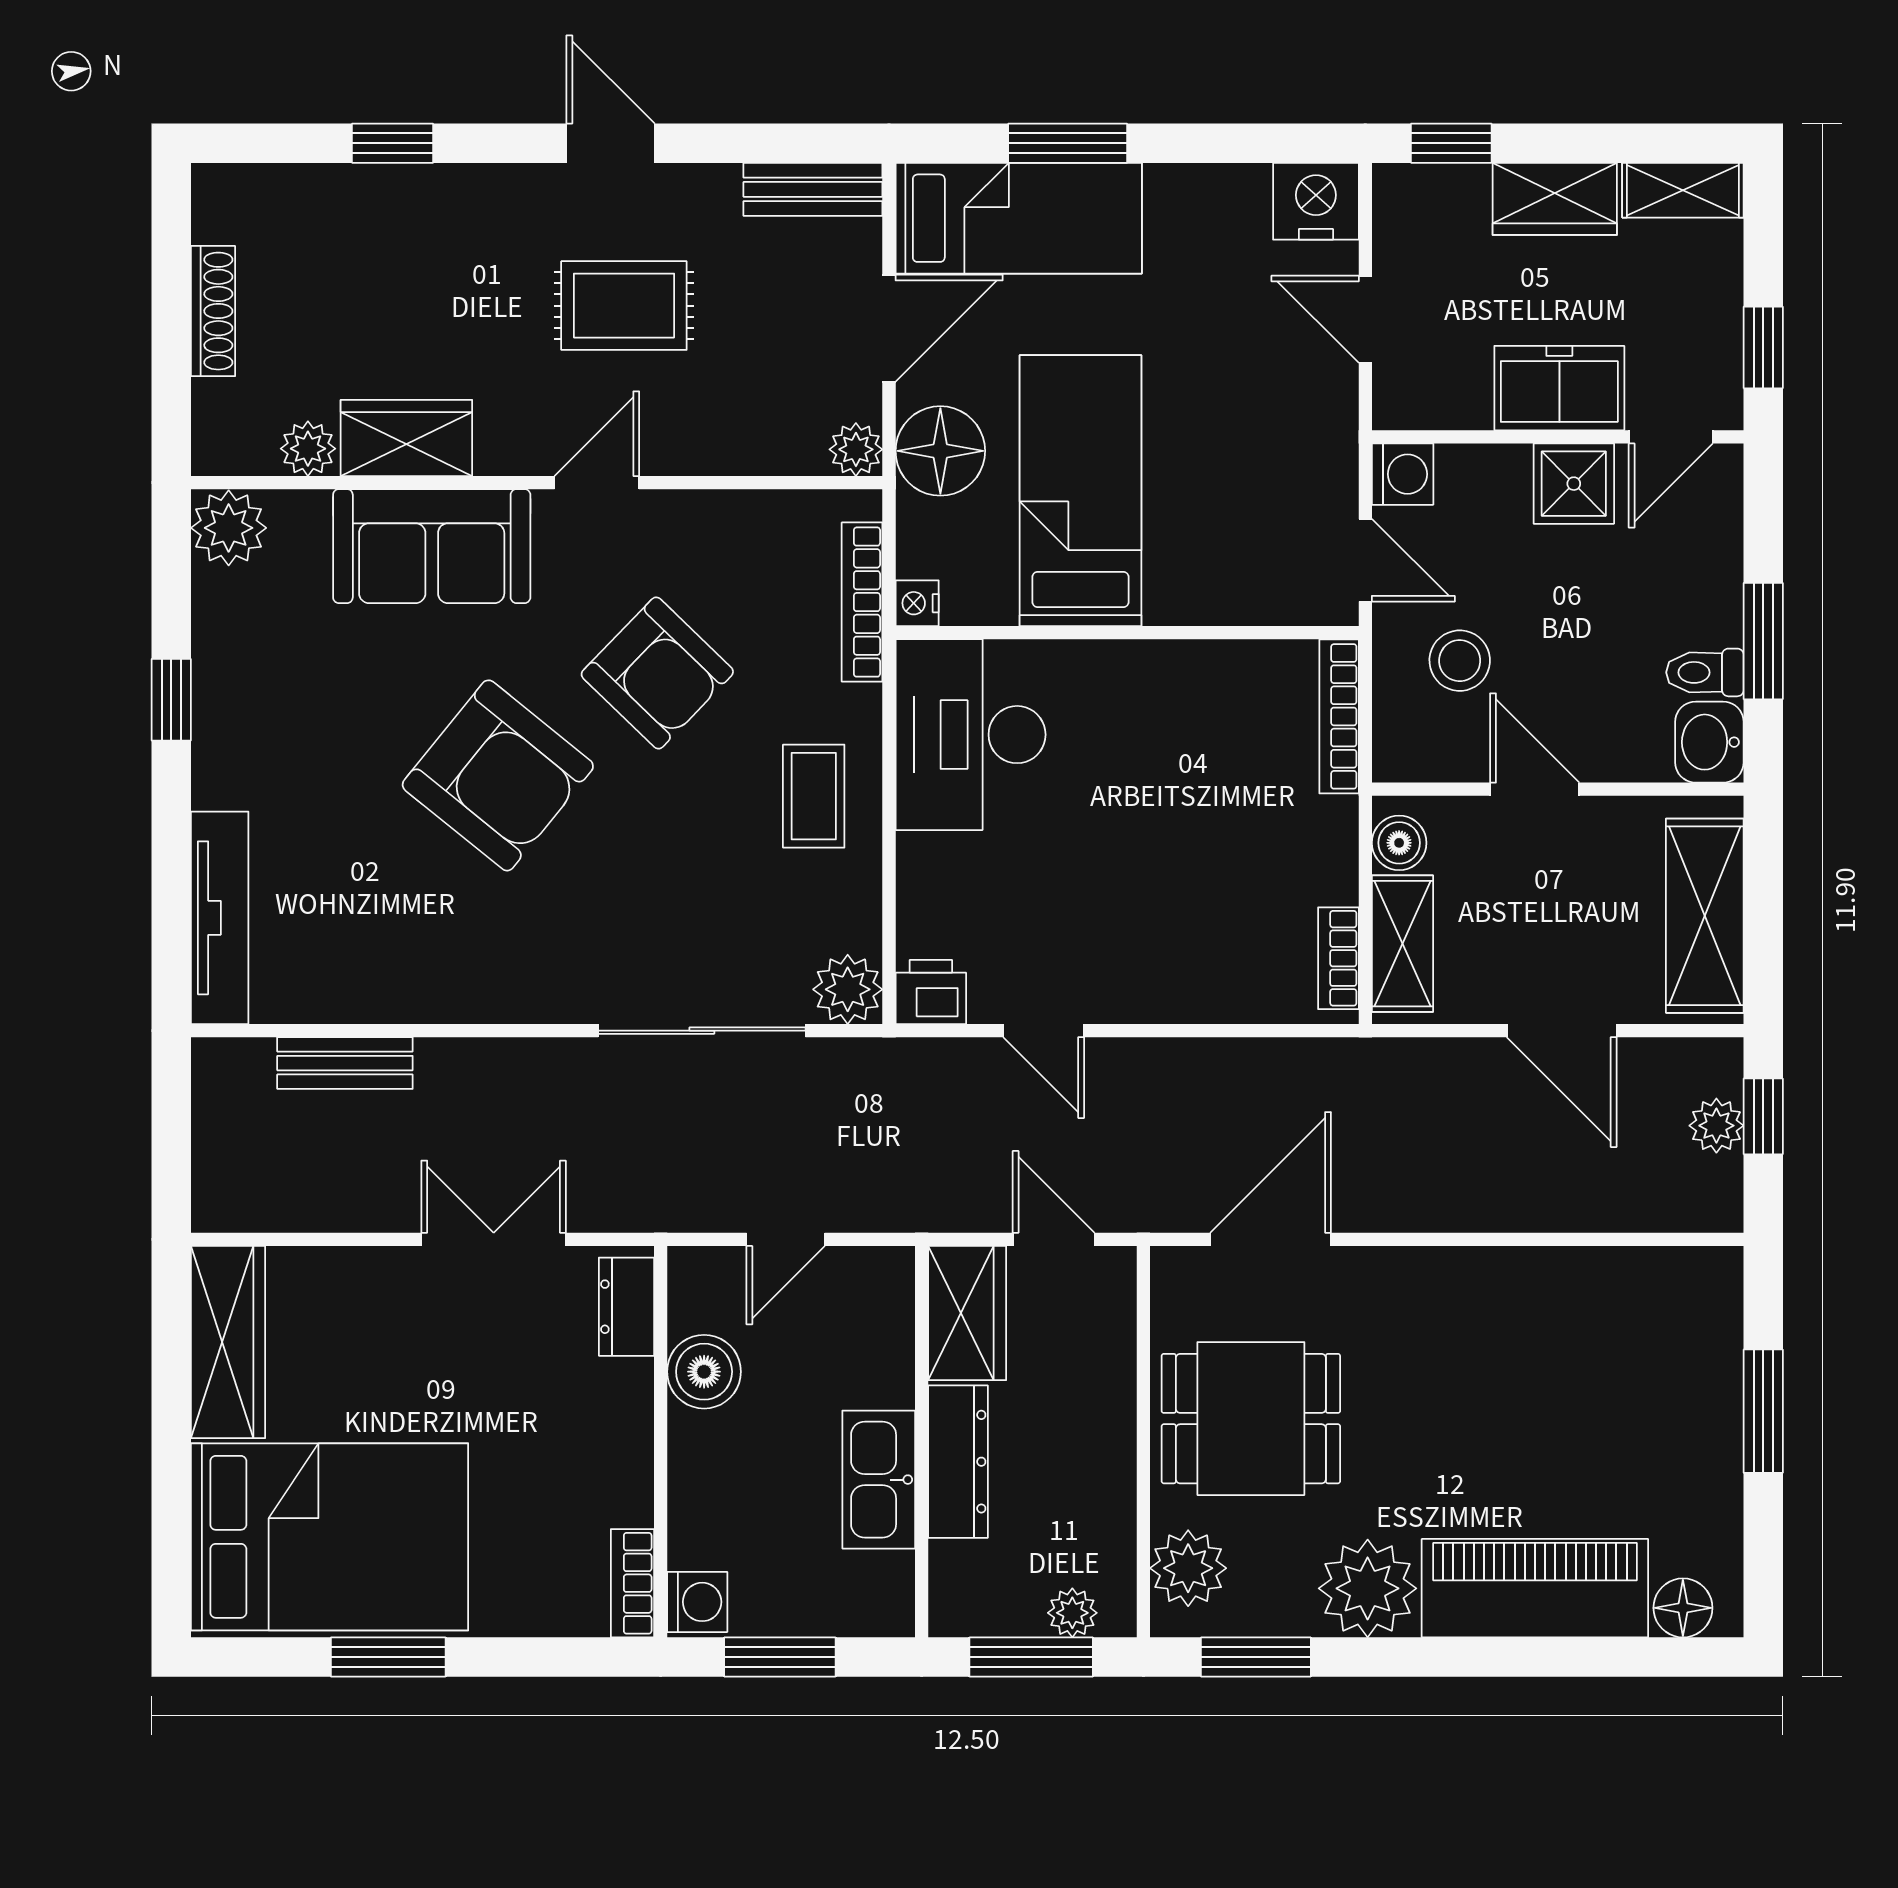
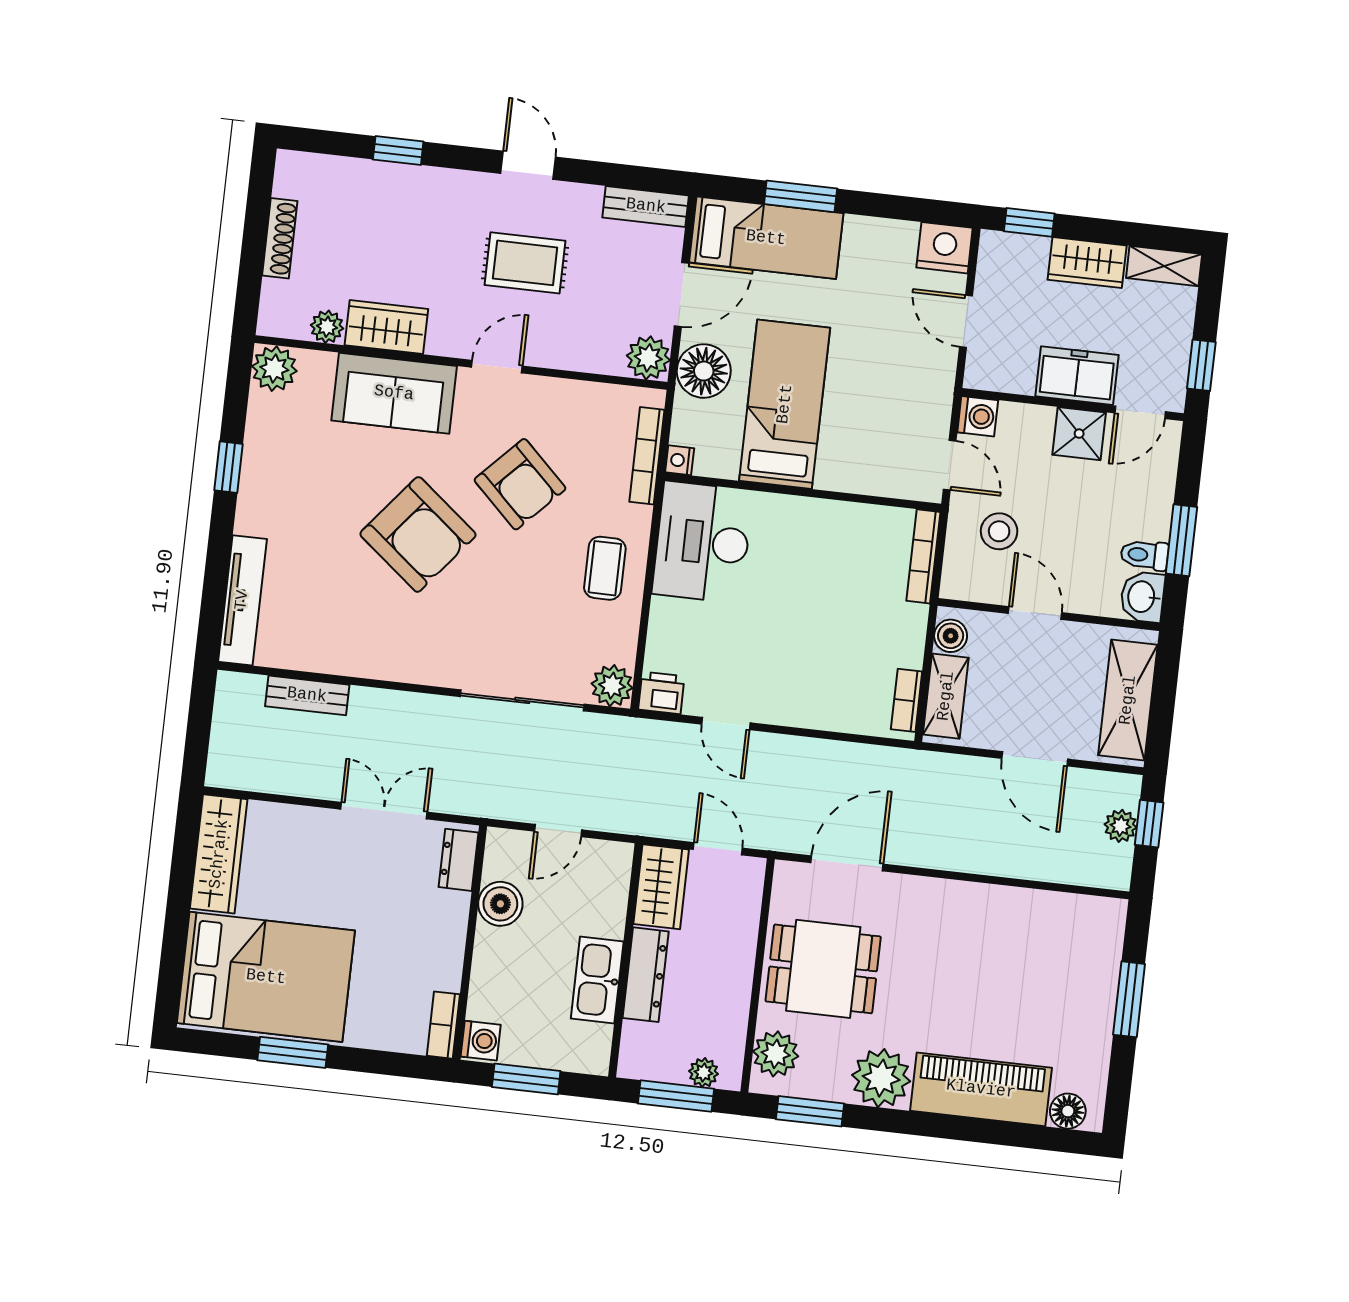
plant: (856, 449) -> (648, 358), width x1.38, depth x1.38

